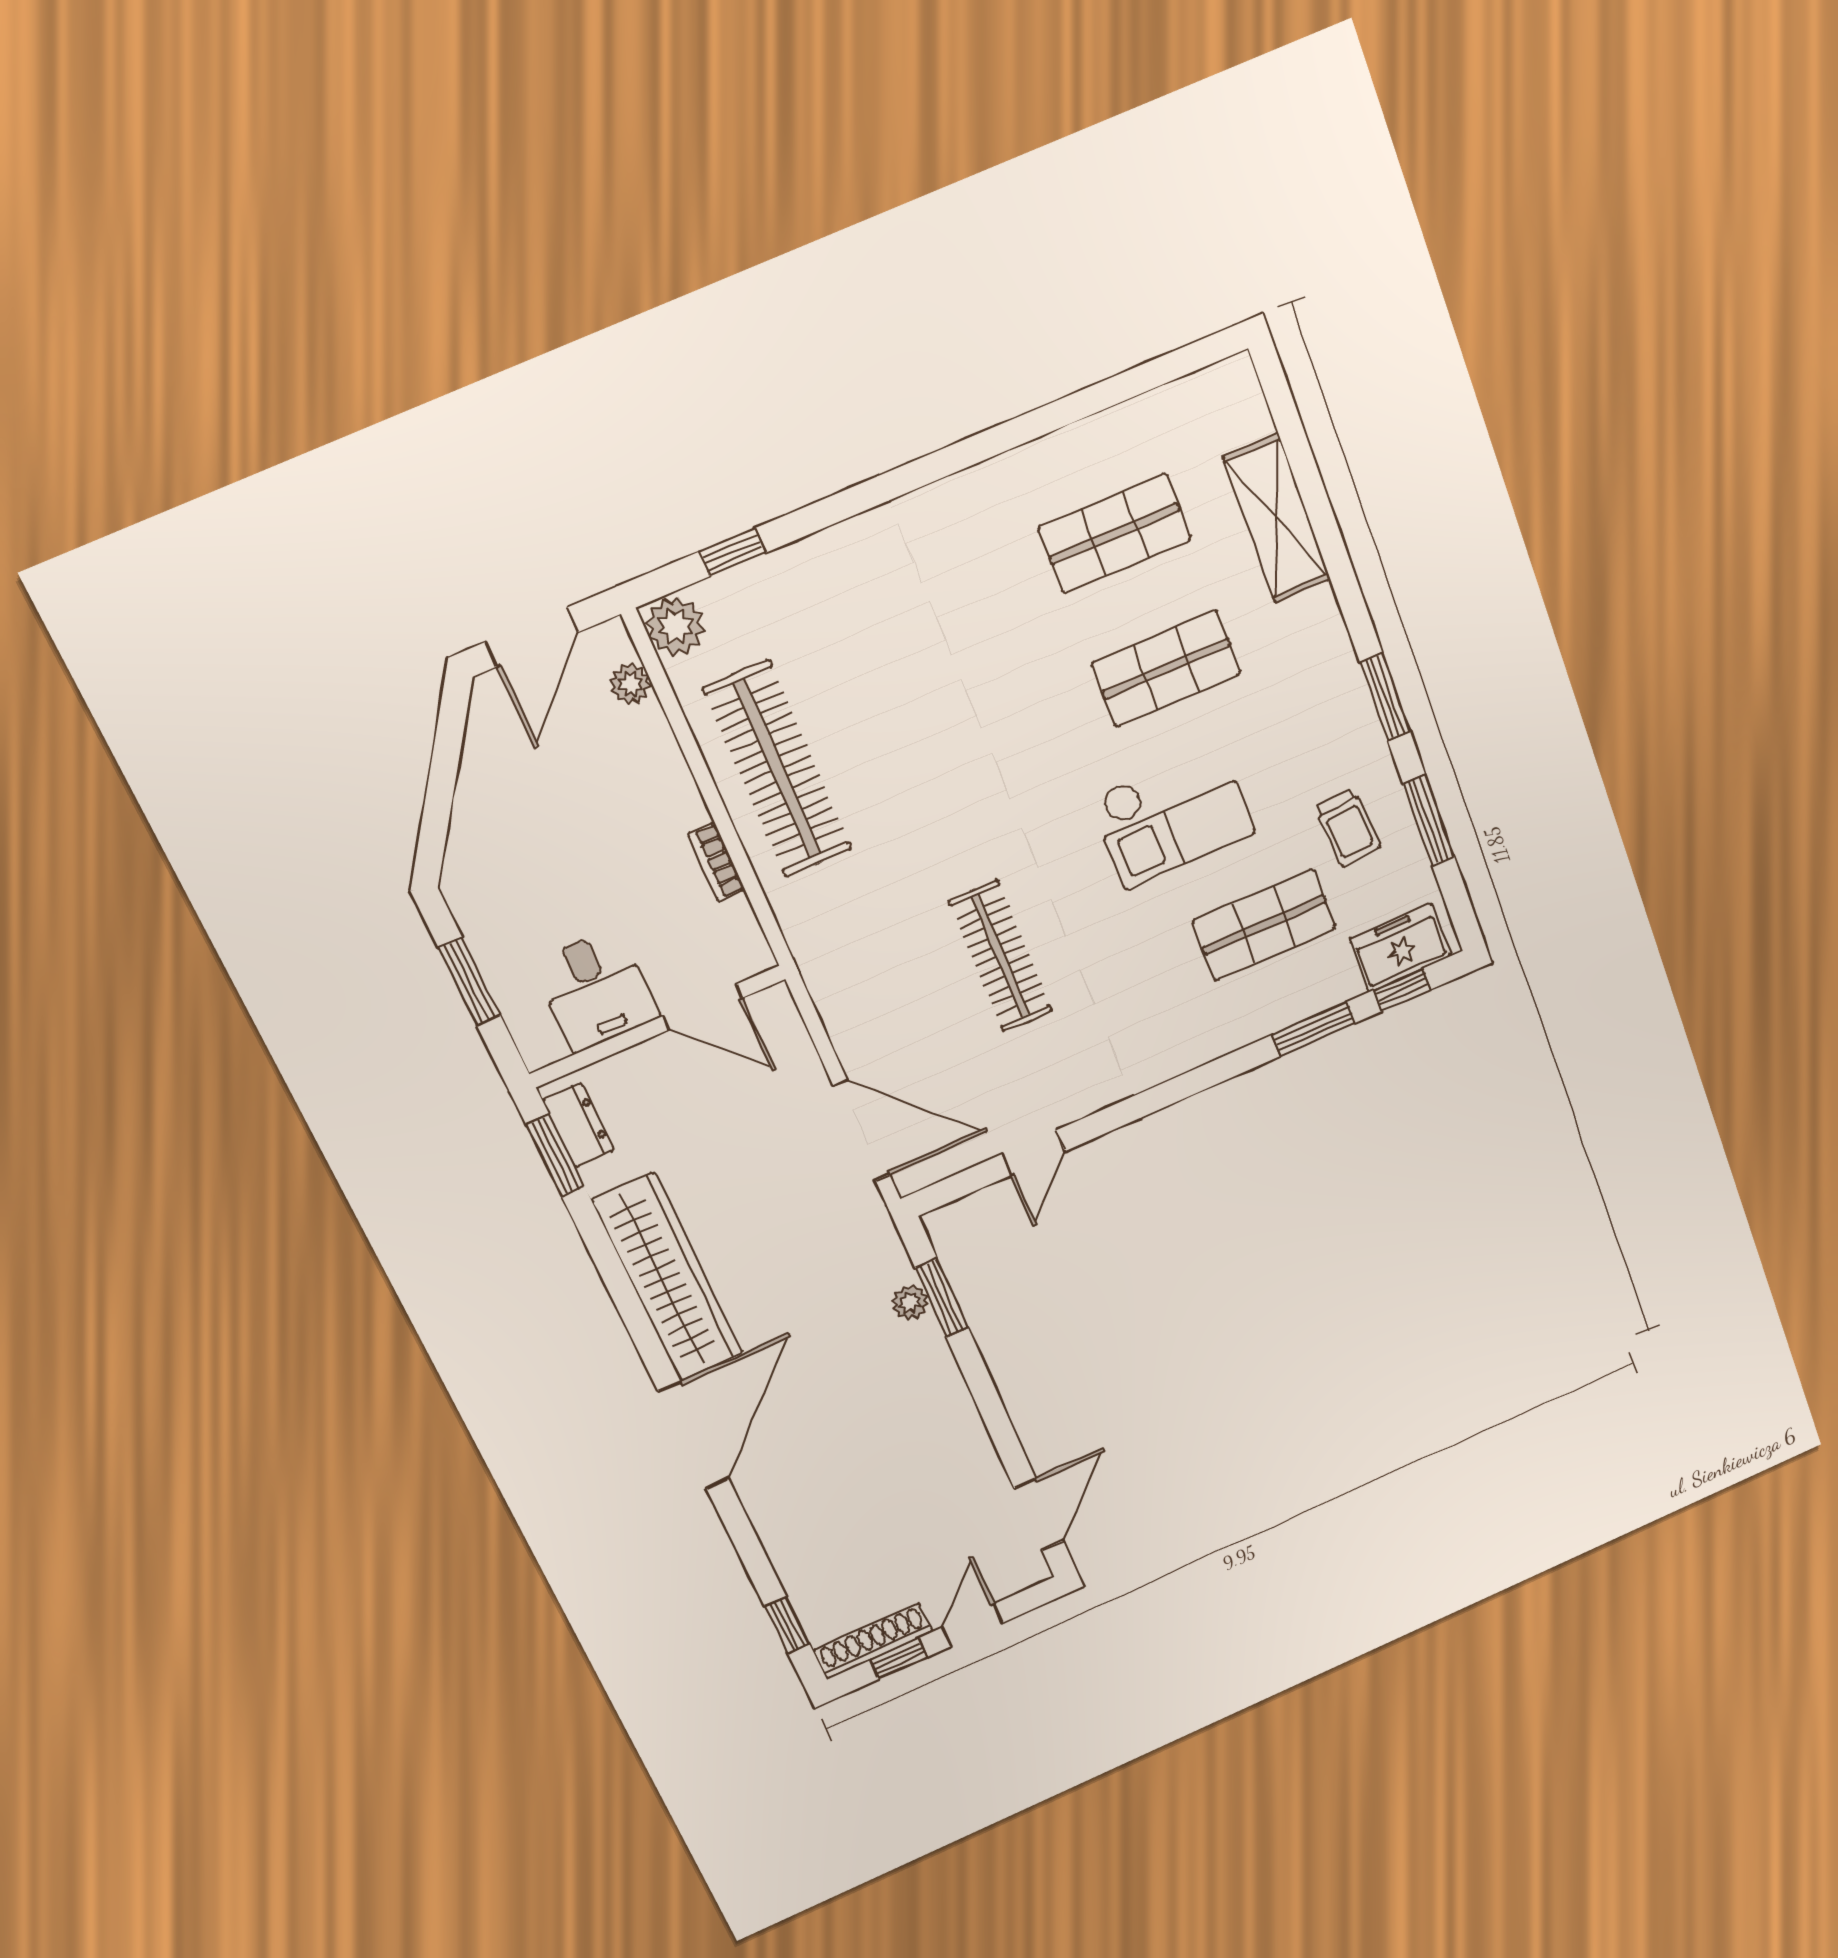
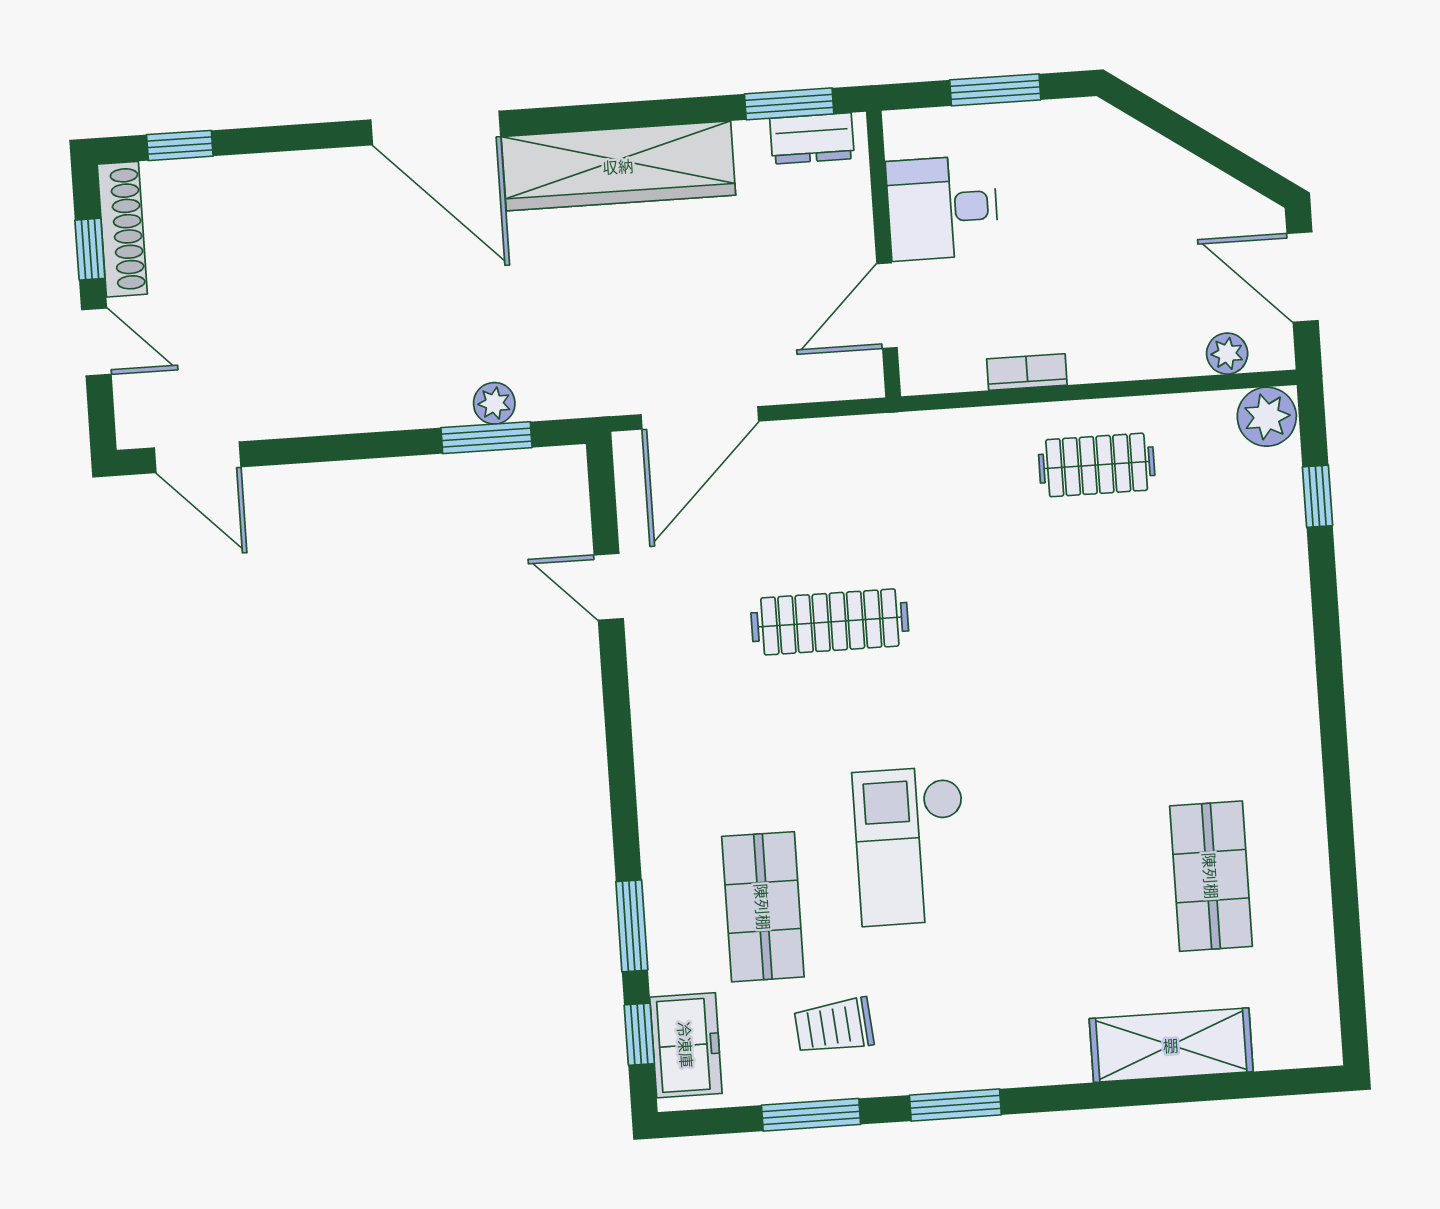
shop shelf: (1166, 669) -> (1062, 886), removed
clothes rail: (778, 769) -> (1097, 465), width x0.54, depth x0.76

